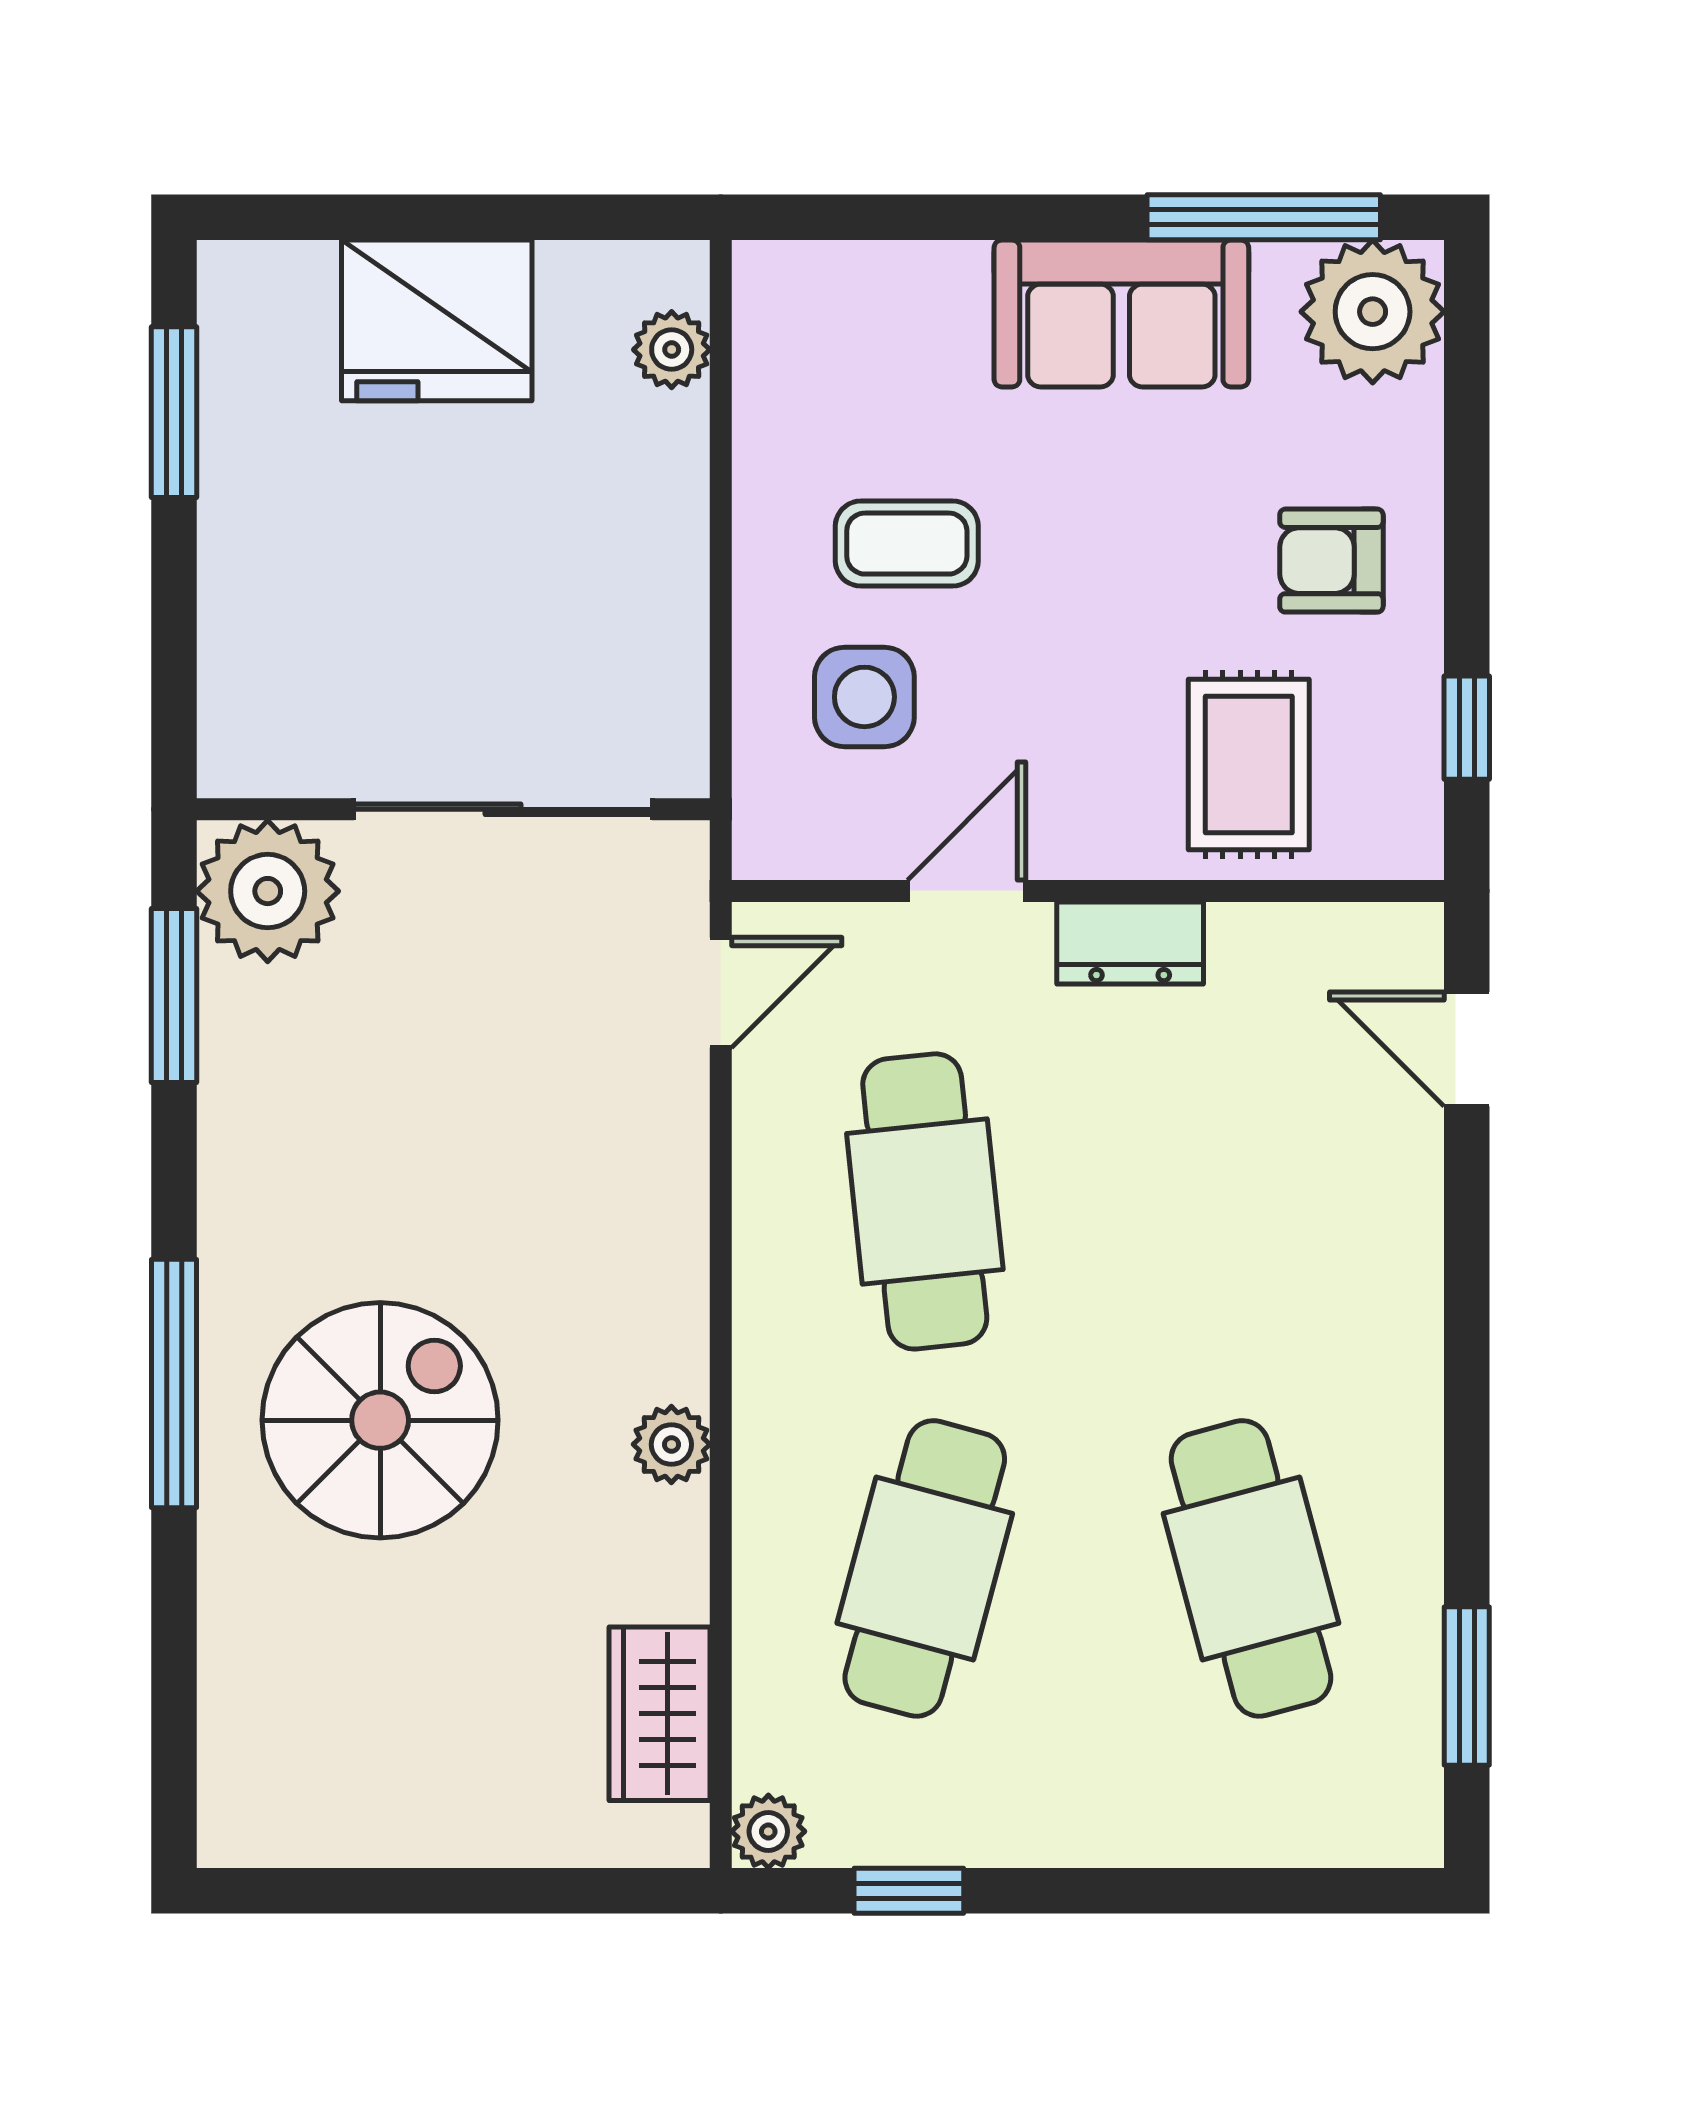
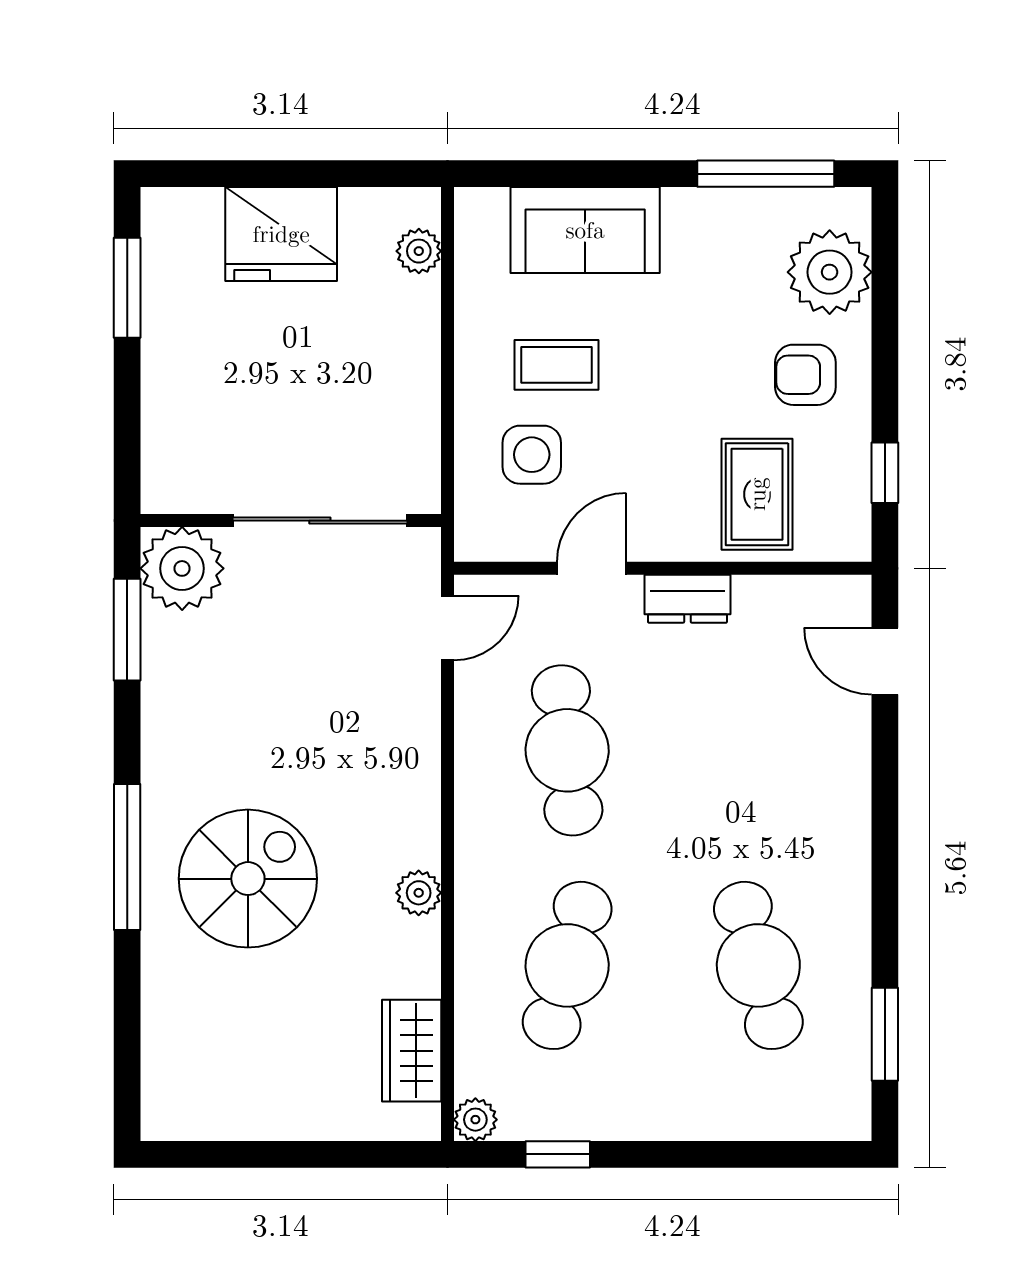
plant: (1373, 312) -> (830, 272), moved
sofa: (1121, 313) -> (585, 230), moved

